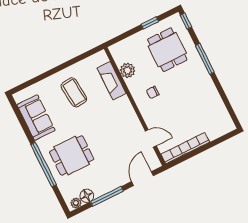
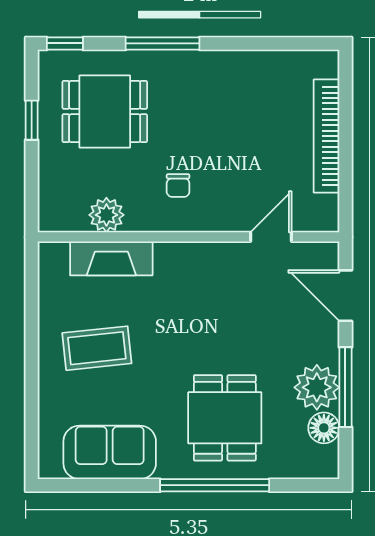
bookcase: (185, 148) -> (326, 136), moved
plant: (76, 203) -> (317, 387), moved, width x1.88, depth x1.88

